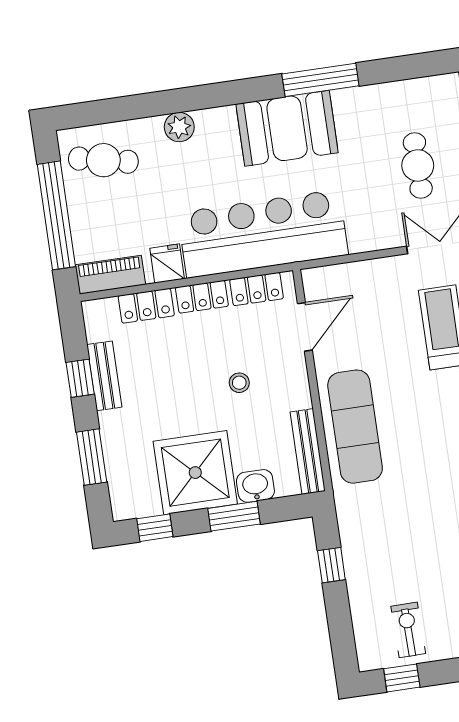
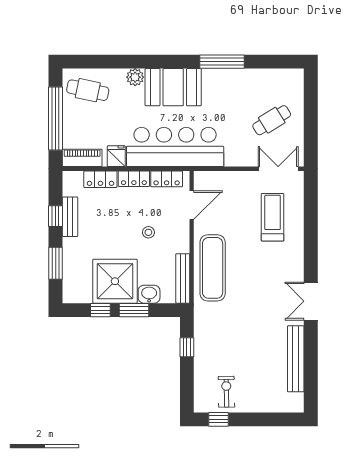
booth: (287, 128) -> (173, 87), moved
cafe table: (418, 165) -> (272, 120), turned 58
window: (155, 528) -> (100, 310), moved

